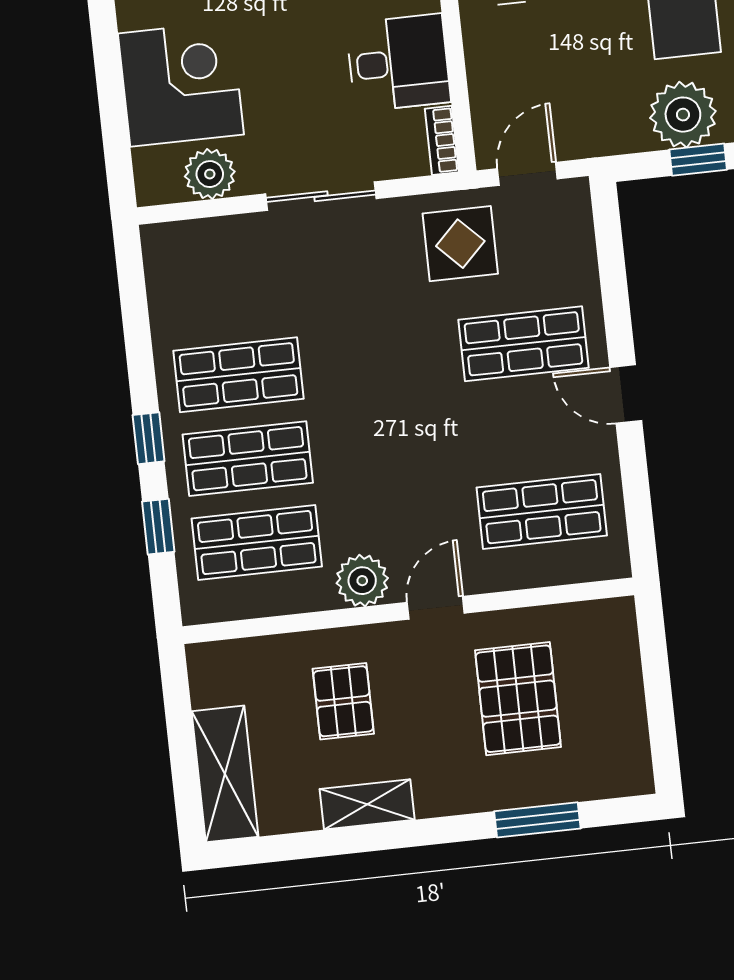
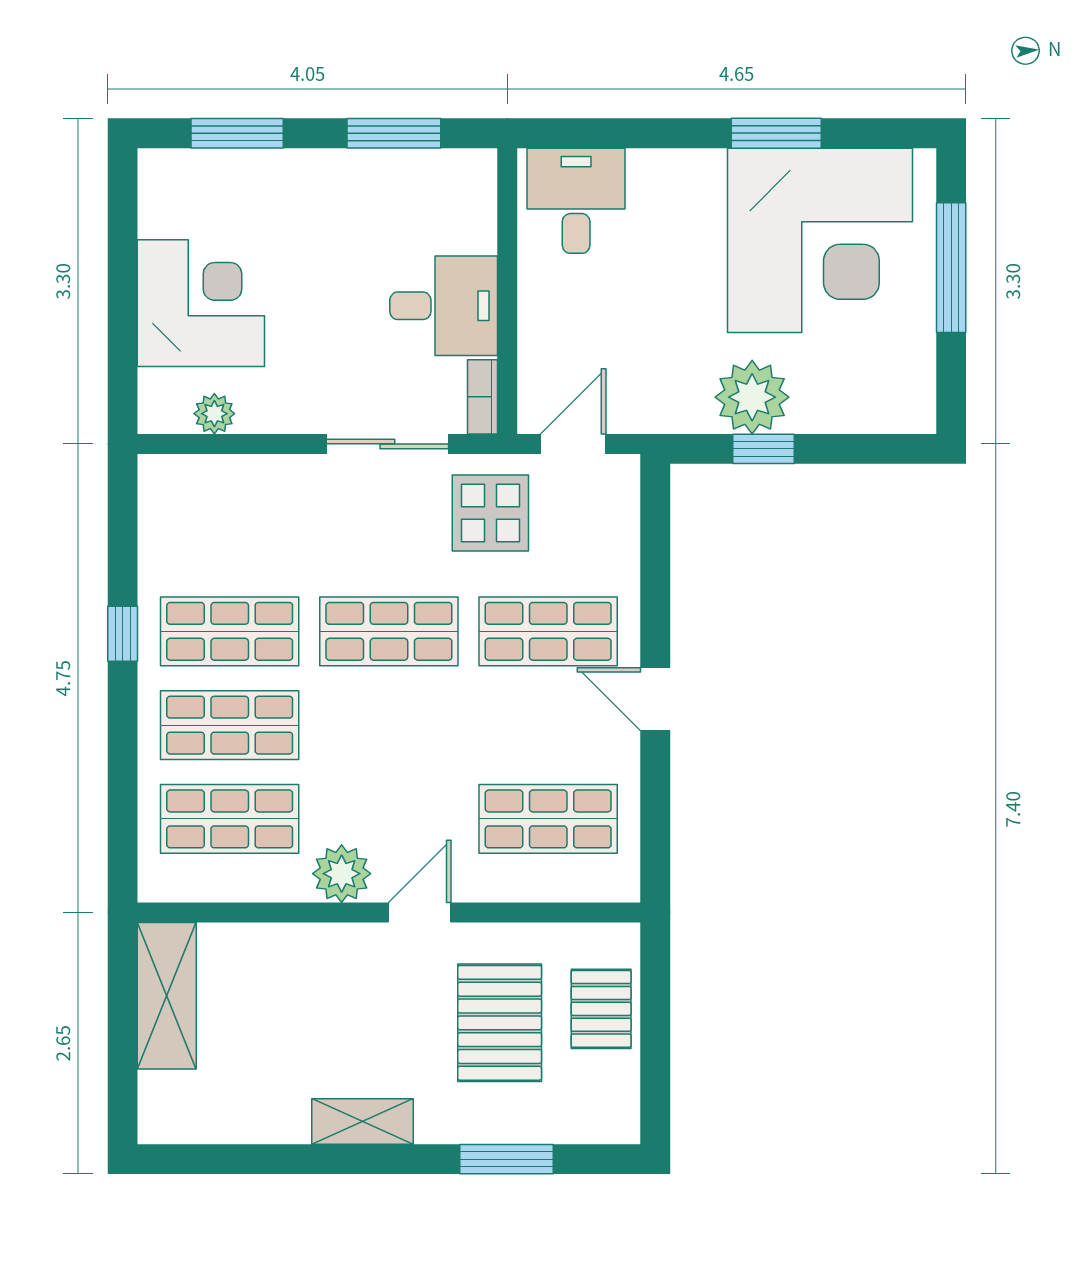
plant: (210, 174) -> (214, 414), width x0.73, depth x0.73
sliding door: (321, 196) -> (387, 444), moved
shop shelf: (381, 359) -> (389, 631), added
window: (149, 438) -> (123, 634), moved
window: (158, 527) -> (123, 790), removed
pallet: (343, 701) -> (601, 1009), moved
shelving: (225, 774) -> (167, 996), moved
shelving: (367, 804) -> (363, 1122), moved

